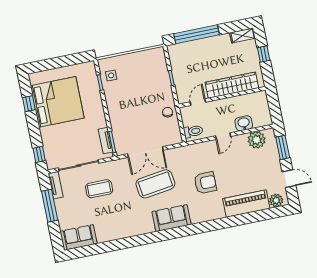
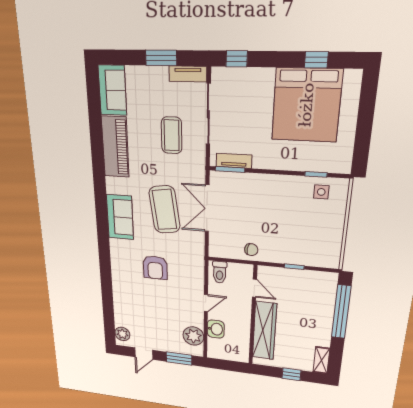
door: (223, 136) -> (206, 303), swing flipped
piano: (246, 204) -> (115, 147), moved
window: (50, 206) -> (161, 58), width x0.69

